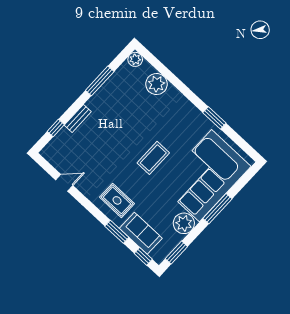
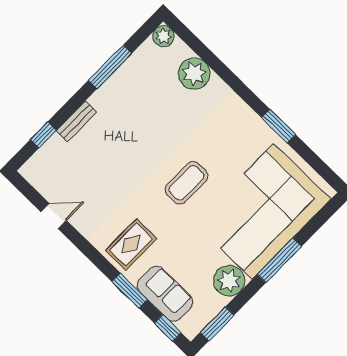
rug: (117, 200) -> (131, 244), turned 90

